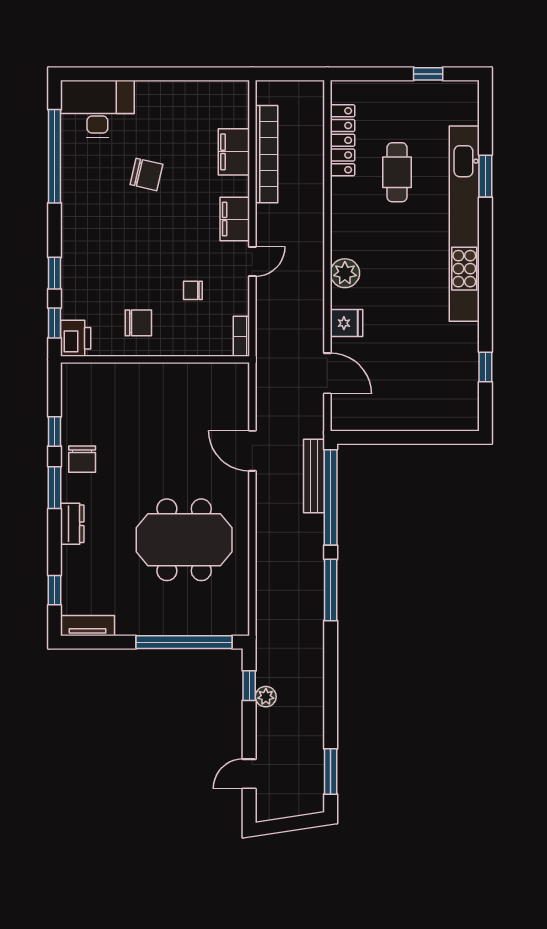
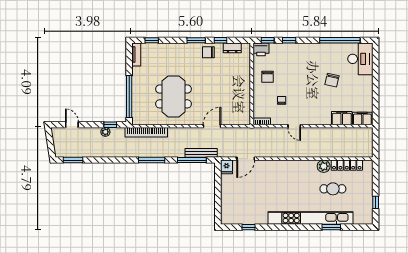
bookcase: (267, 154) -> (146, 132), moved
filing cabinet: (235, 219) -> (362, 118), moved
plant: (345, 273) -> (324, 166), moved
fridge: (346, 323) -> (226, 167), moved
window: (331, 497) -> (192, 160), width x0.68
dresser: (72, 524) -> (232, 48), moved

